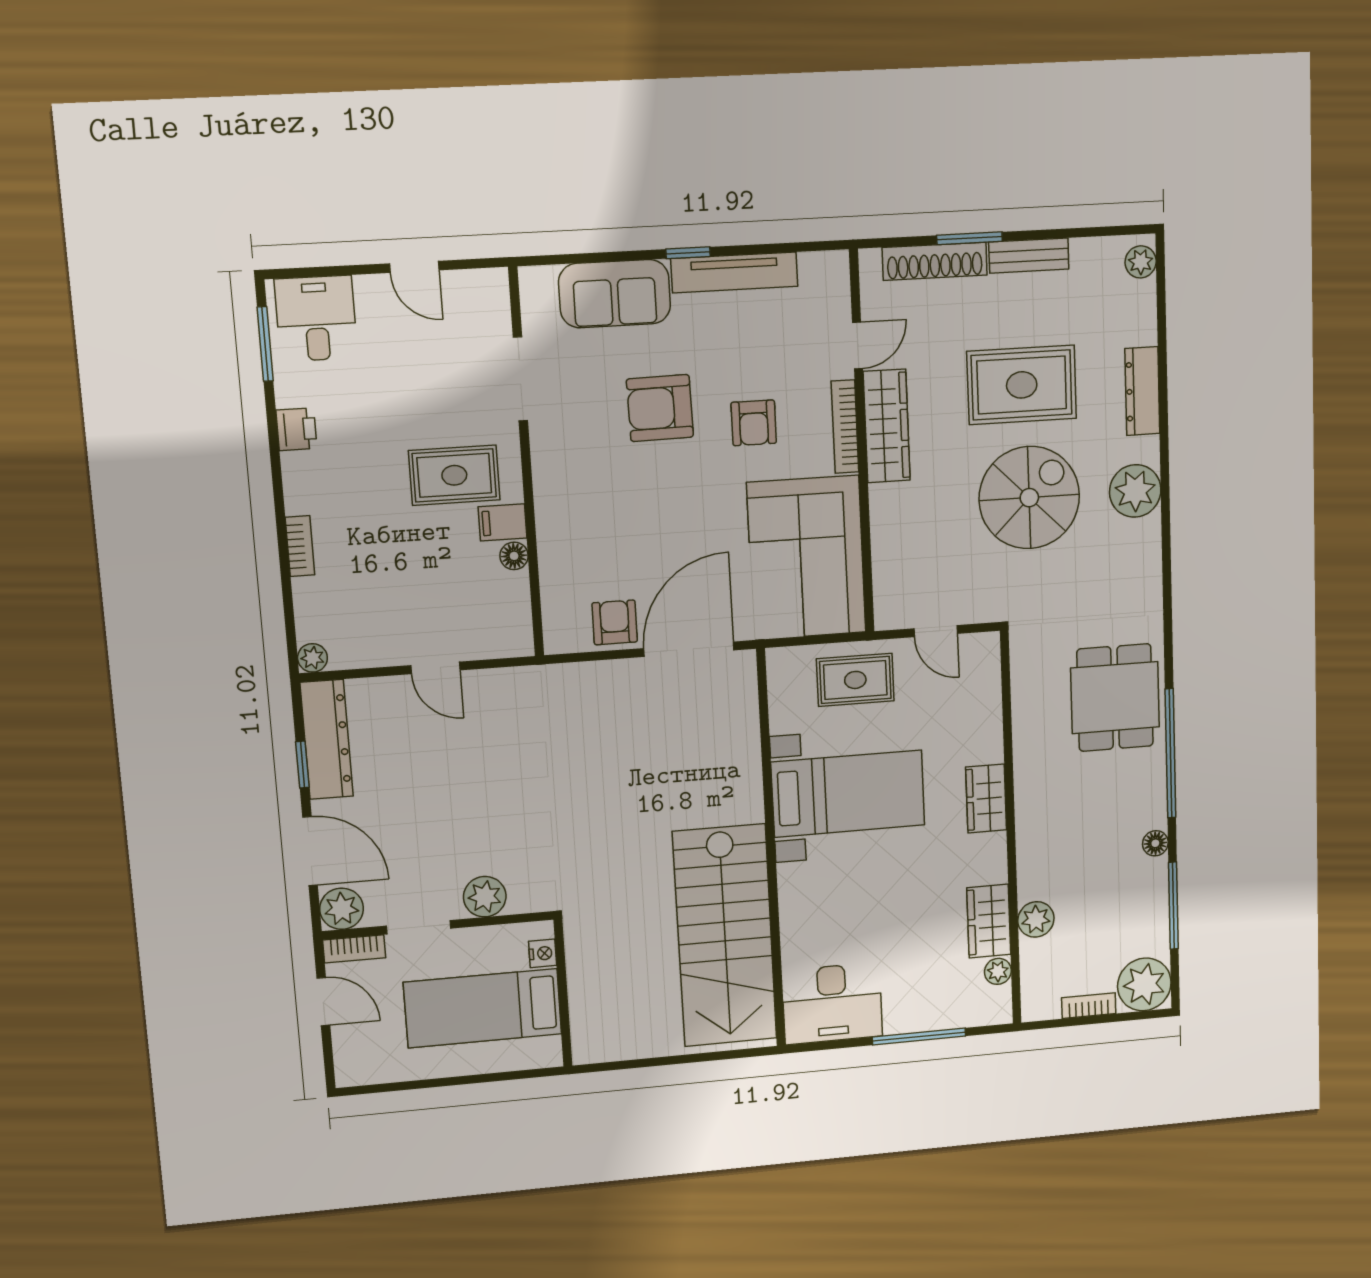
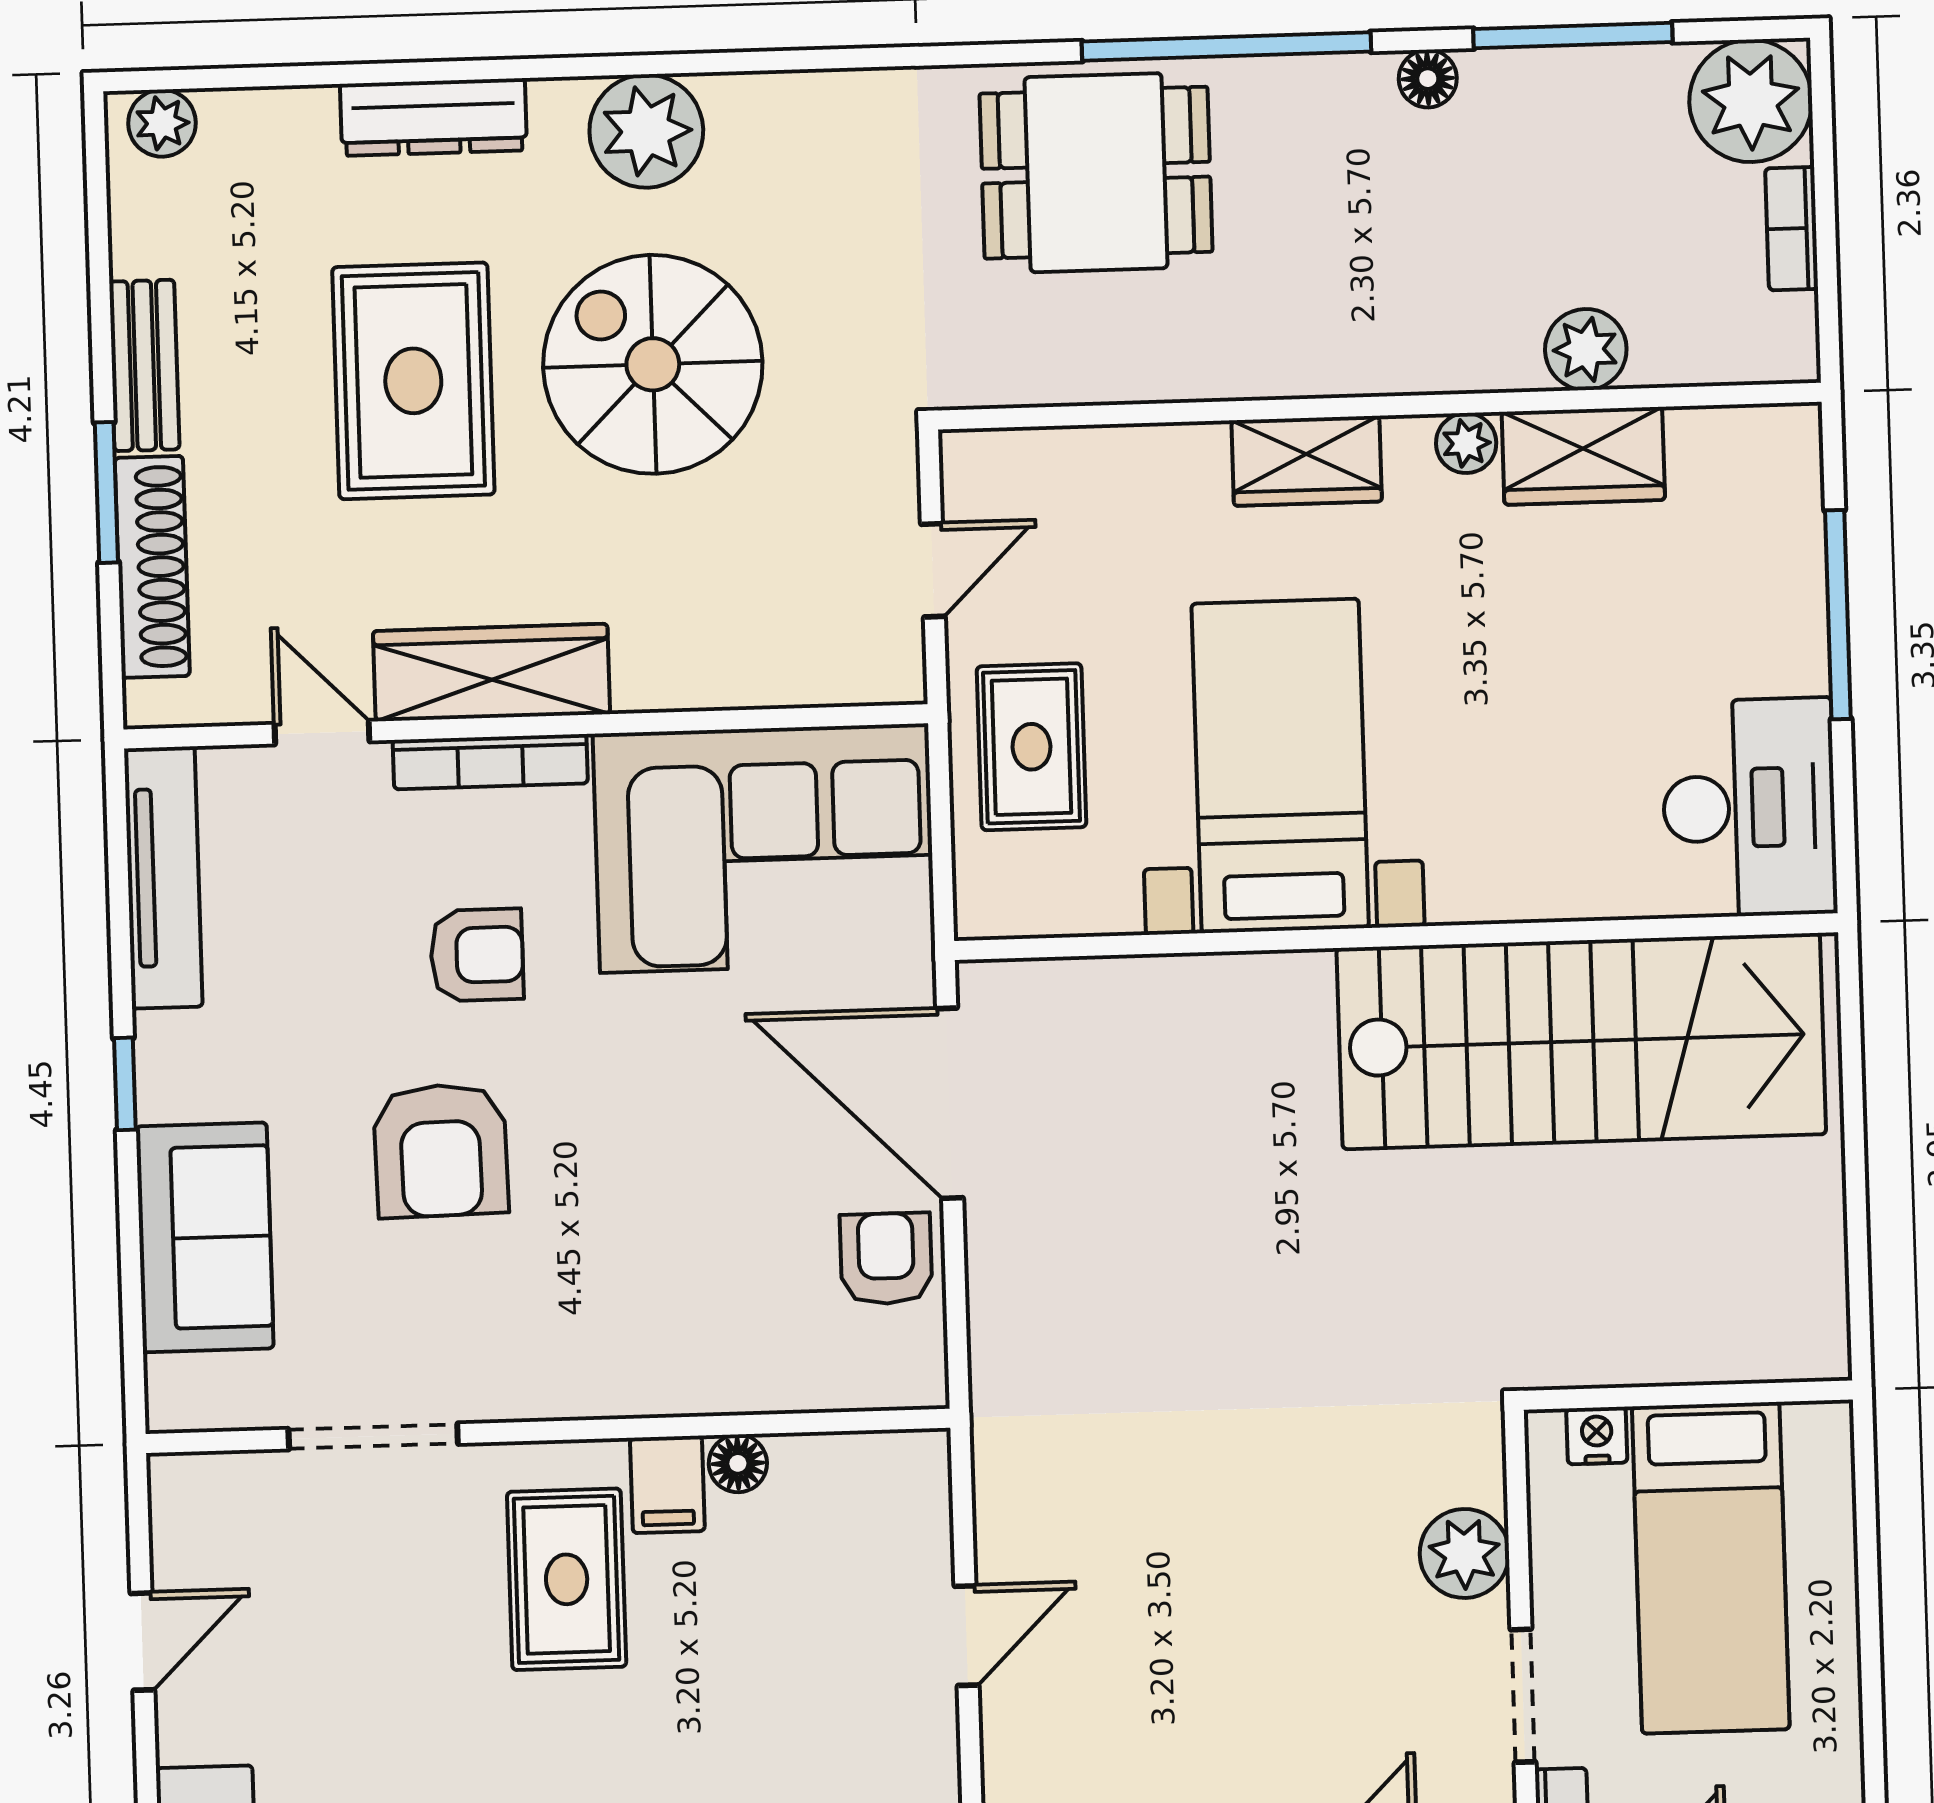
tv unit: (734, 272) -> (163, 878), moved
armchair: (615, 622) -> (886, 1259), turned 90
plant: (998, 971) -> (1466, 443), moved

